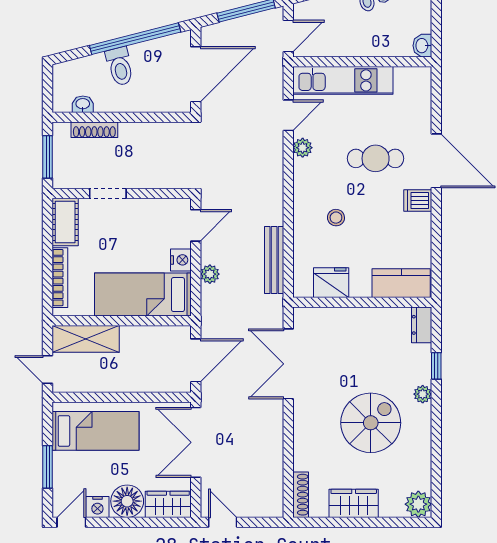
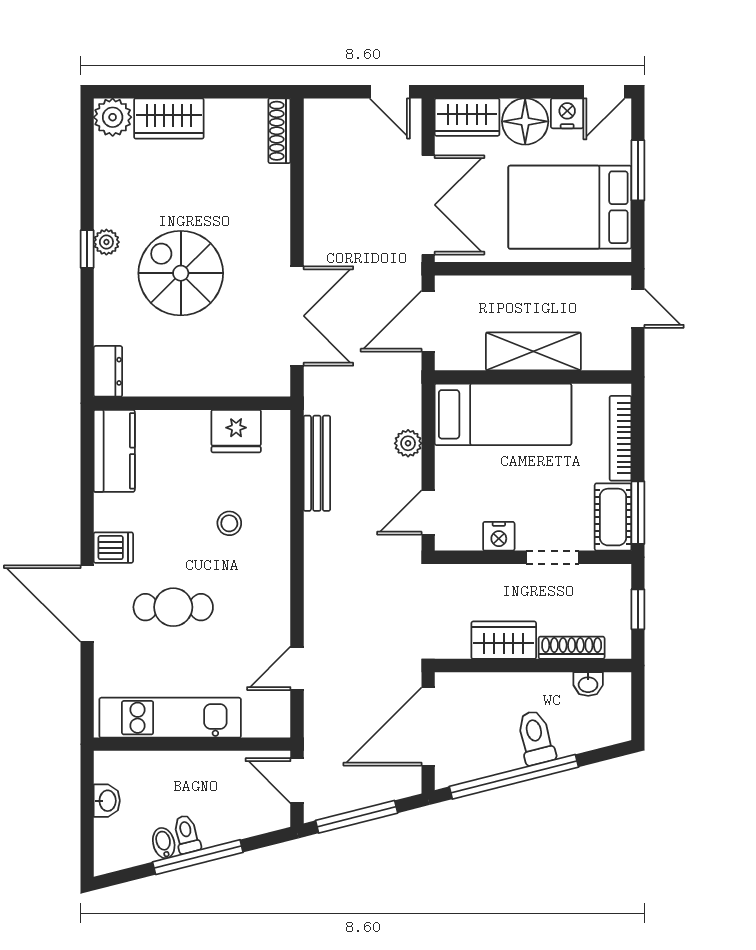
door: (288, 36) -> (297, 781), hinge flipped
washbasin: (422, 46) -> (107, 801), moved
kitchen unit: (343, 80) -> (170, 718), moved
wardrobe: (142, 135) -> (504, 640), added
plant: (303, 148) -> (277, 622), removed
window: (48, 157) -> (638, 609), width x0.67
window: (48, 225) -> (638, 513), added
nightstand: (181, 260) -> (499, 536), moved, turned -90
kitchen counter: (401, 283) -> (114, 451), moved, turned -90
shelving: (86, 339) -> (533, 351), moved
window: (436, 366) -> (87, 249), moved
plant: (423, 394) -> (106, 242), moved
spiral stairs: (371, 423) -> (181, 273), moved, turned 90
bed: (96, 431) -> (570, 207), width x1.50
wardrobe: (354, 503) -> (169, 118), moved

